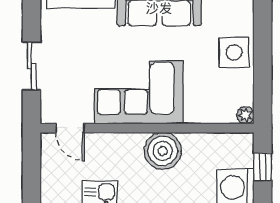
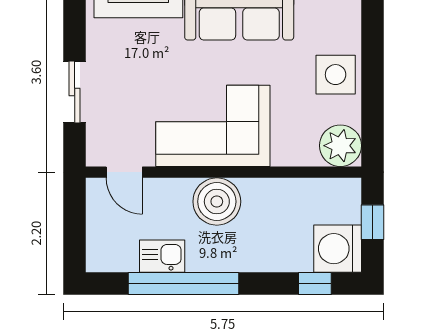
plant: (245, 115) -> (340, 146), width x1.87, depth x1.87
boiler: (163, 151) -> (217, 202), moved

